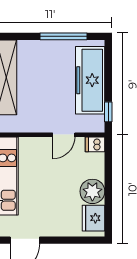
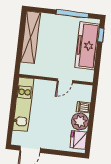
window: (108, 112) -> (101, 35), moved
dishwasher: (95, 144) -> (83, 107), moved

